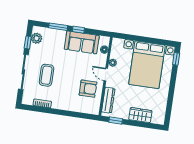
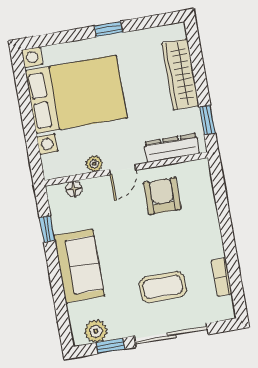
window: (58, 27) -> (59, 296), removed
window: (78, 30) -> (47, 229), moved
sofa: (82, 42) -> (79, 266), moved
window: (176, 59) -> (109, 29), moved
wardrobe: (140, 115) -> (180, 74), width x1.50

